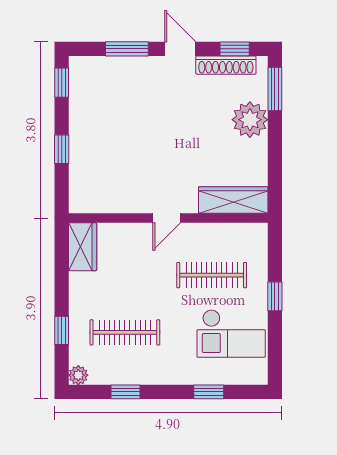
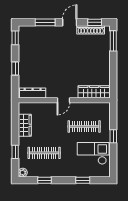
door: (180, 49) -> (70, 22), hinge flipped
plant: (250, 120) -> (102, 55), removed
dresser: (100, 202) -> (33, 93), added
wardrobe: (83, 247) -> (25, 125), moved
checkout: (231, 333) -> (93, 153), turned 180

